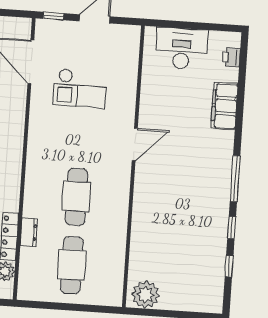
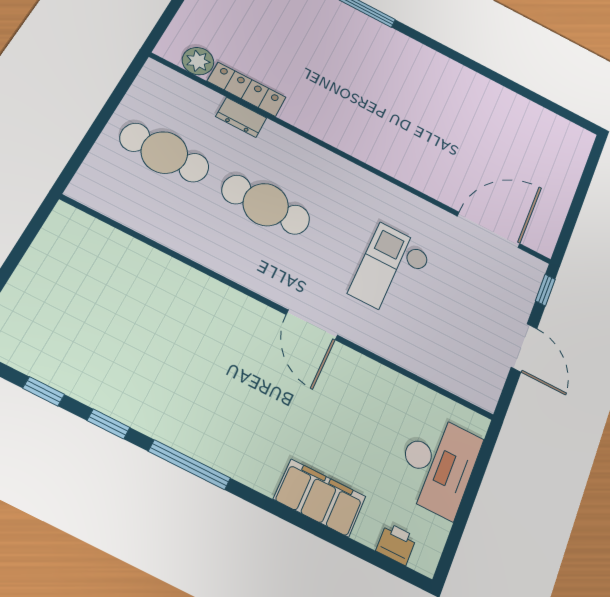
checkout: (80, 88) -> (391, 271), moved
plant: (146, 295) -> (64, 238), removed

